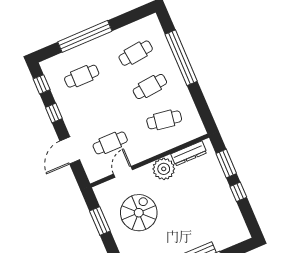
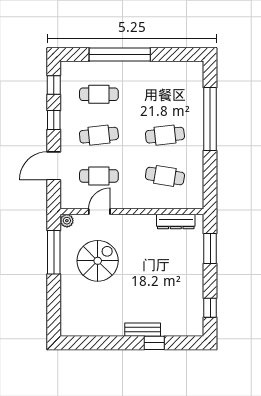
cafe table: (136, 53) -> (99, 135), moved
plant: (164, 169) -> (67, 221), moved, width x0.53, depth x0.53
window: (238, 192) -> (210, 308), moved
window: (100, 221) -> (54, 252), width x1.44

